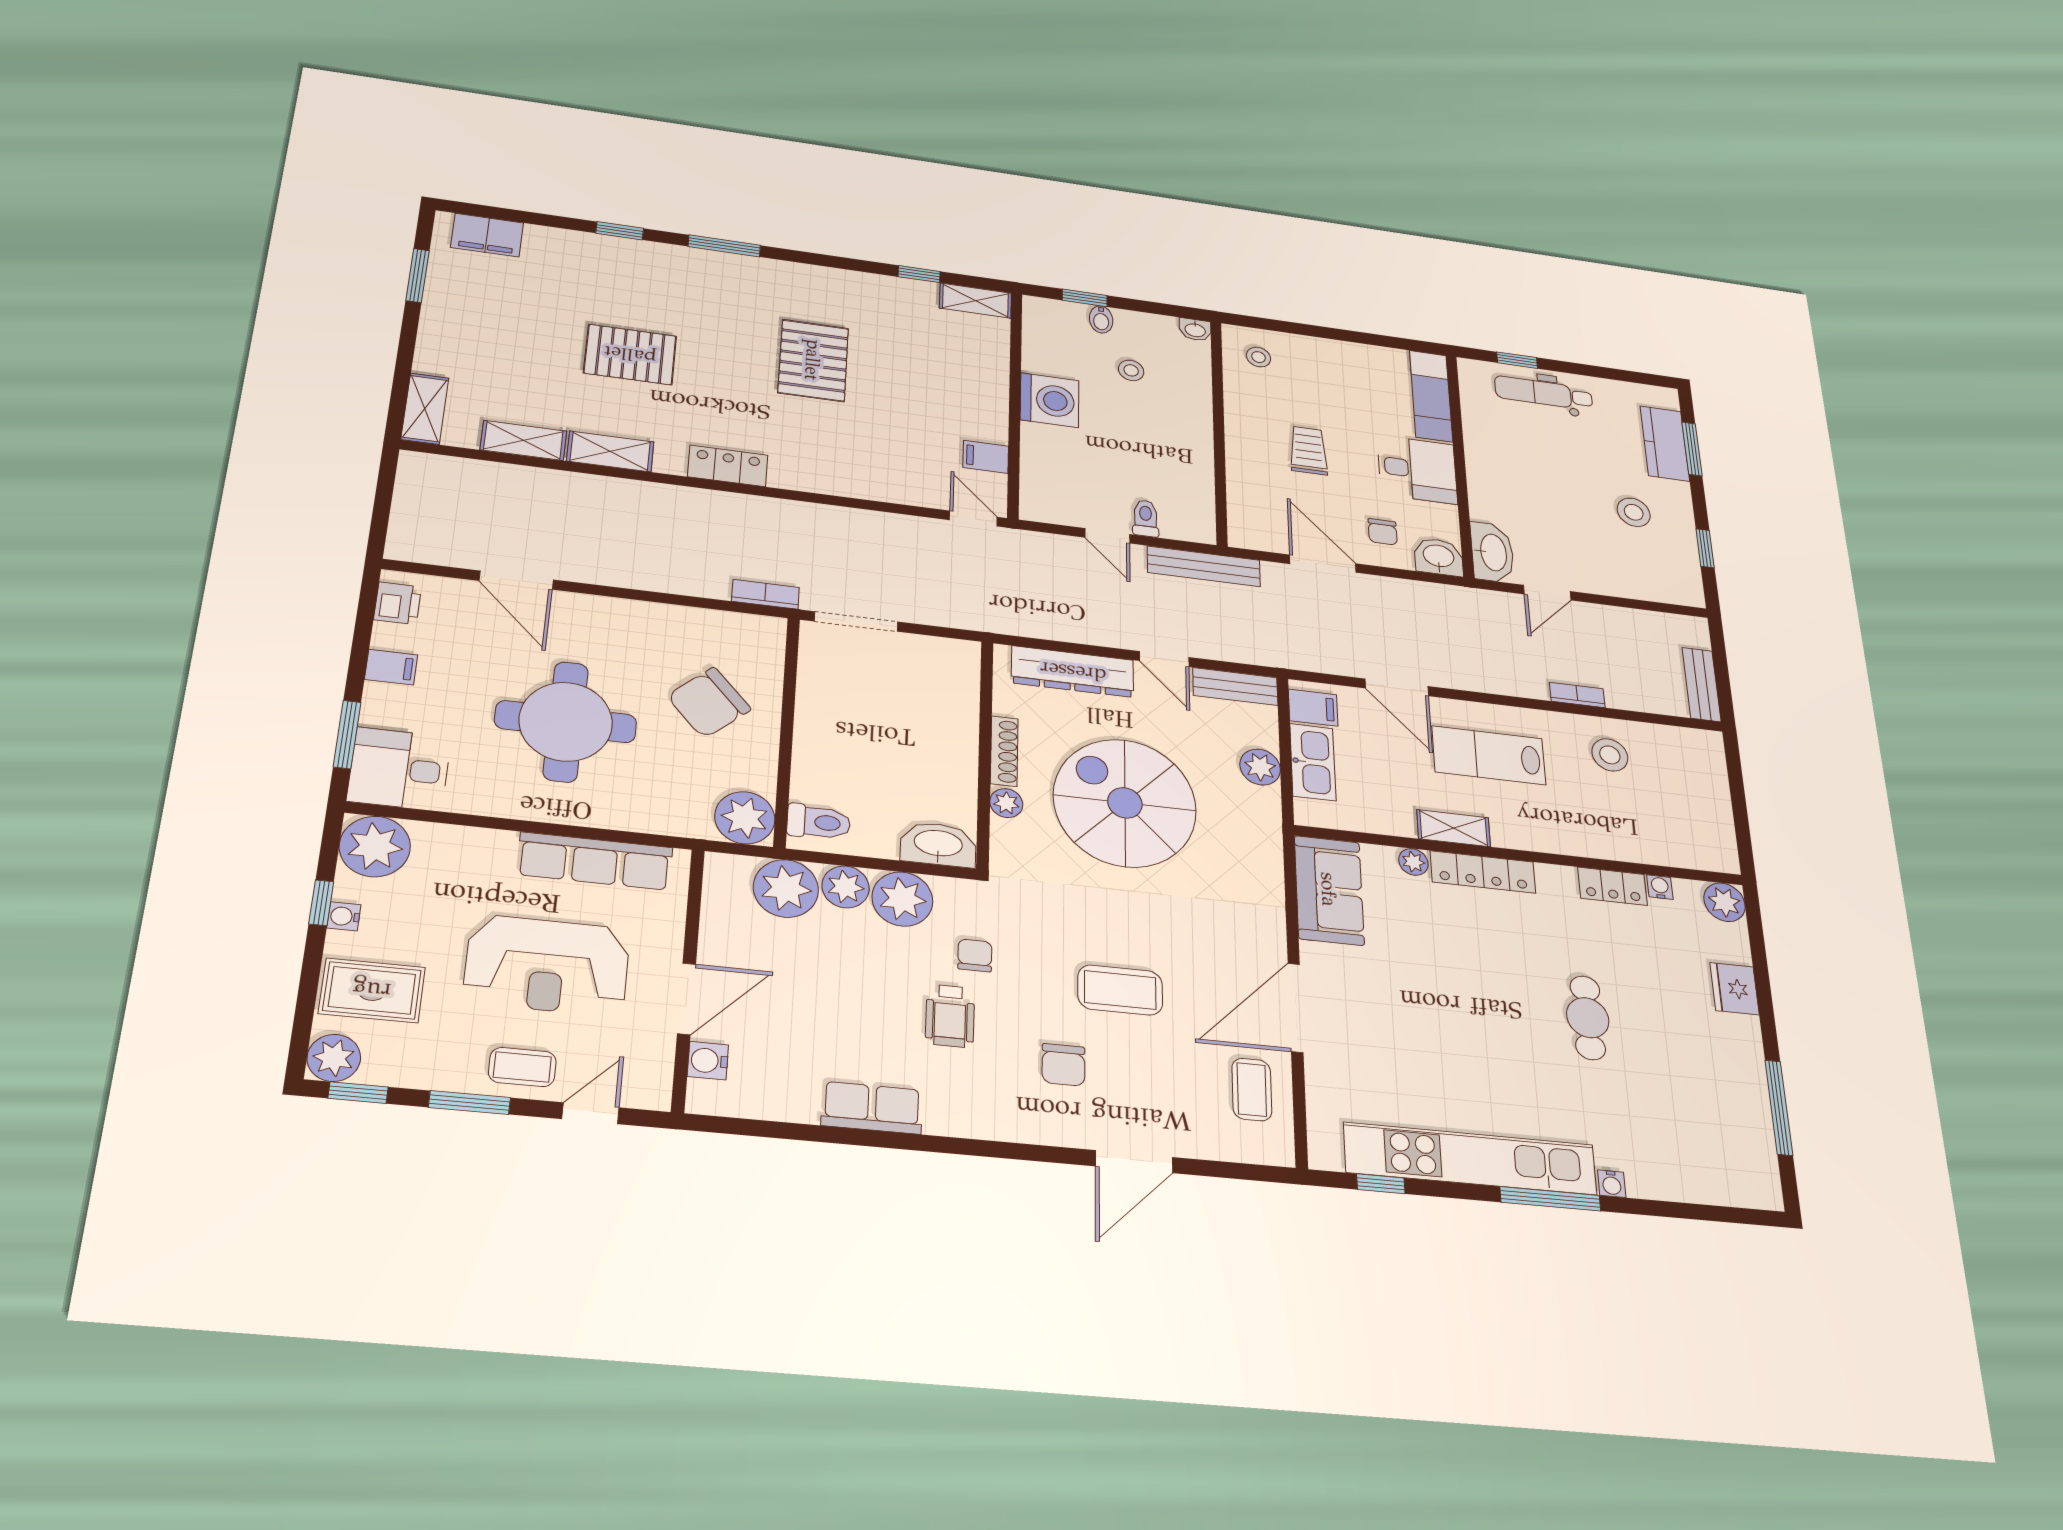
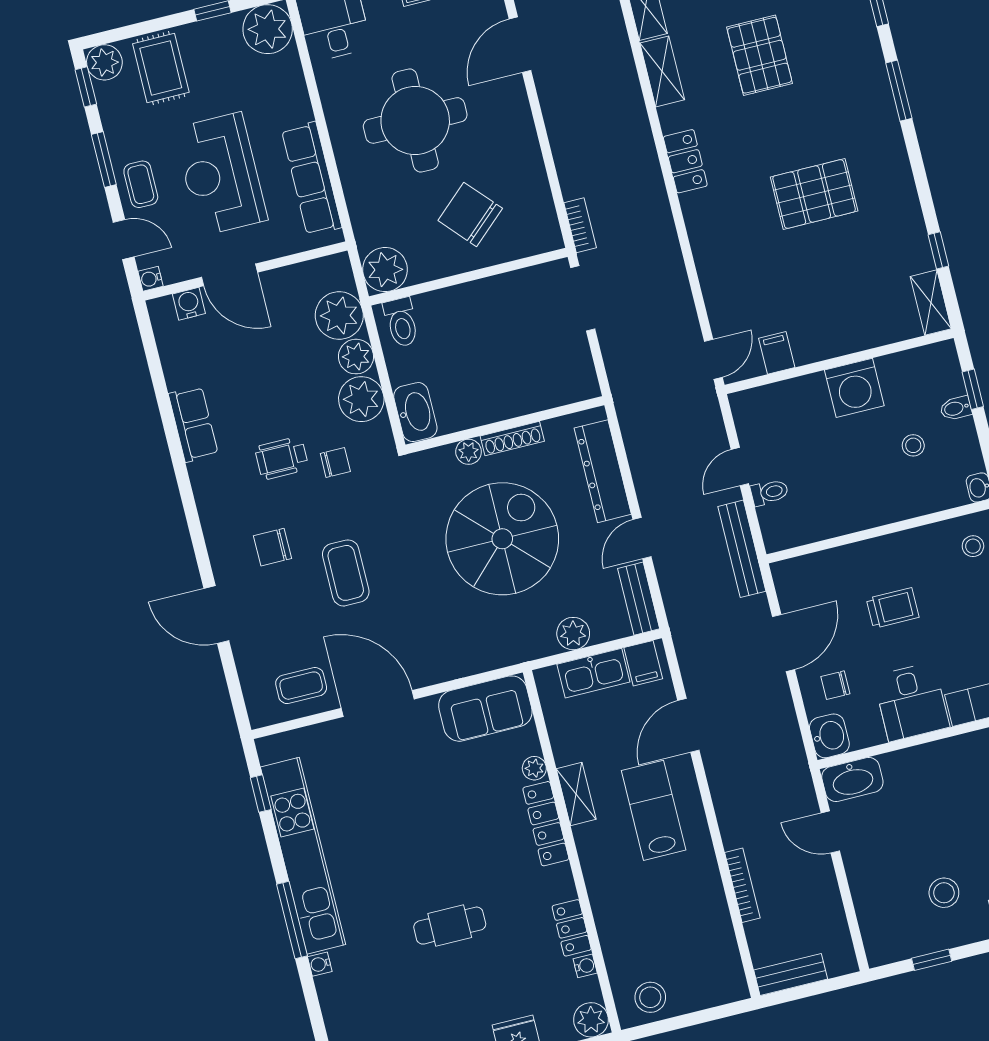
bookcase: (1577, 695) -> (742, 885), width x1.56
stool: (1610, 755) -> (650, 997), moved
water cooler: (344, 916) -> (150, 279), moved, turned -90

